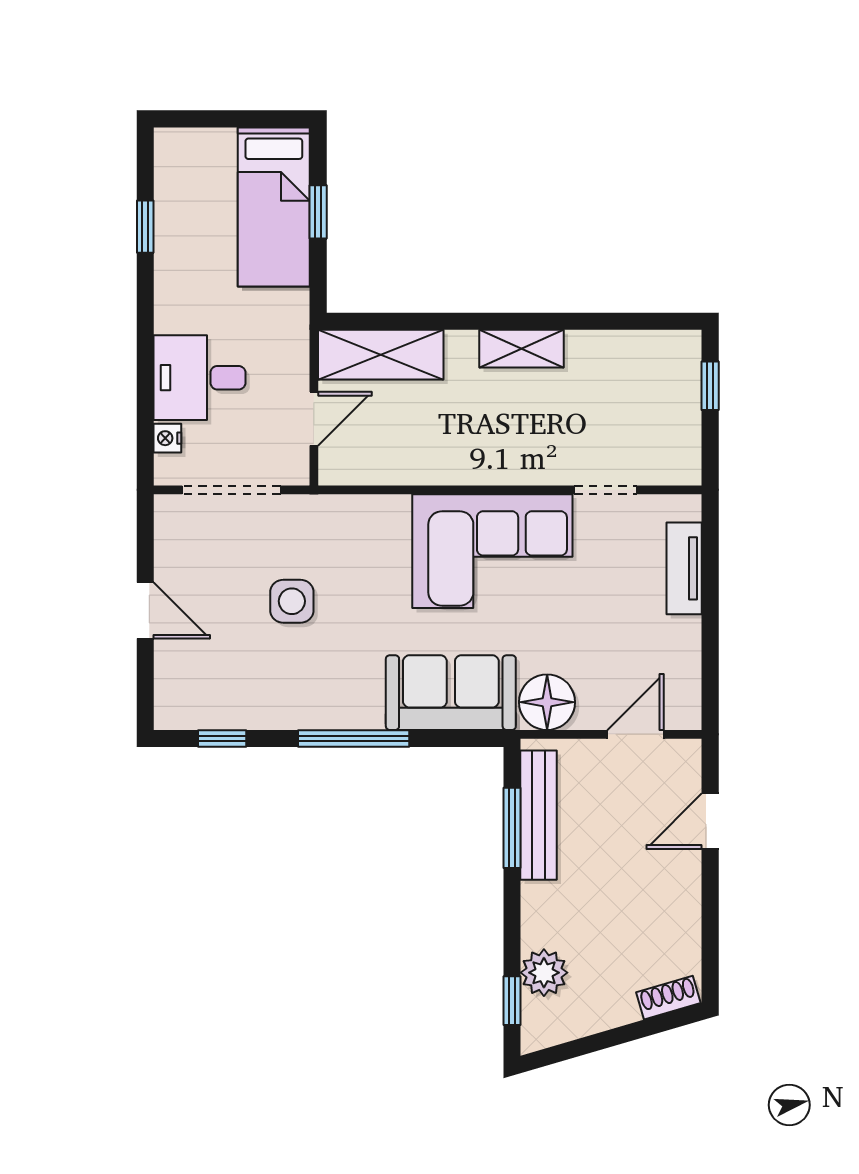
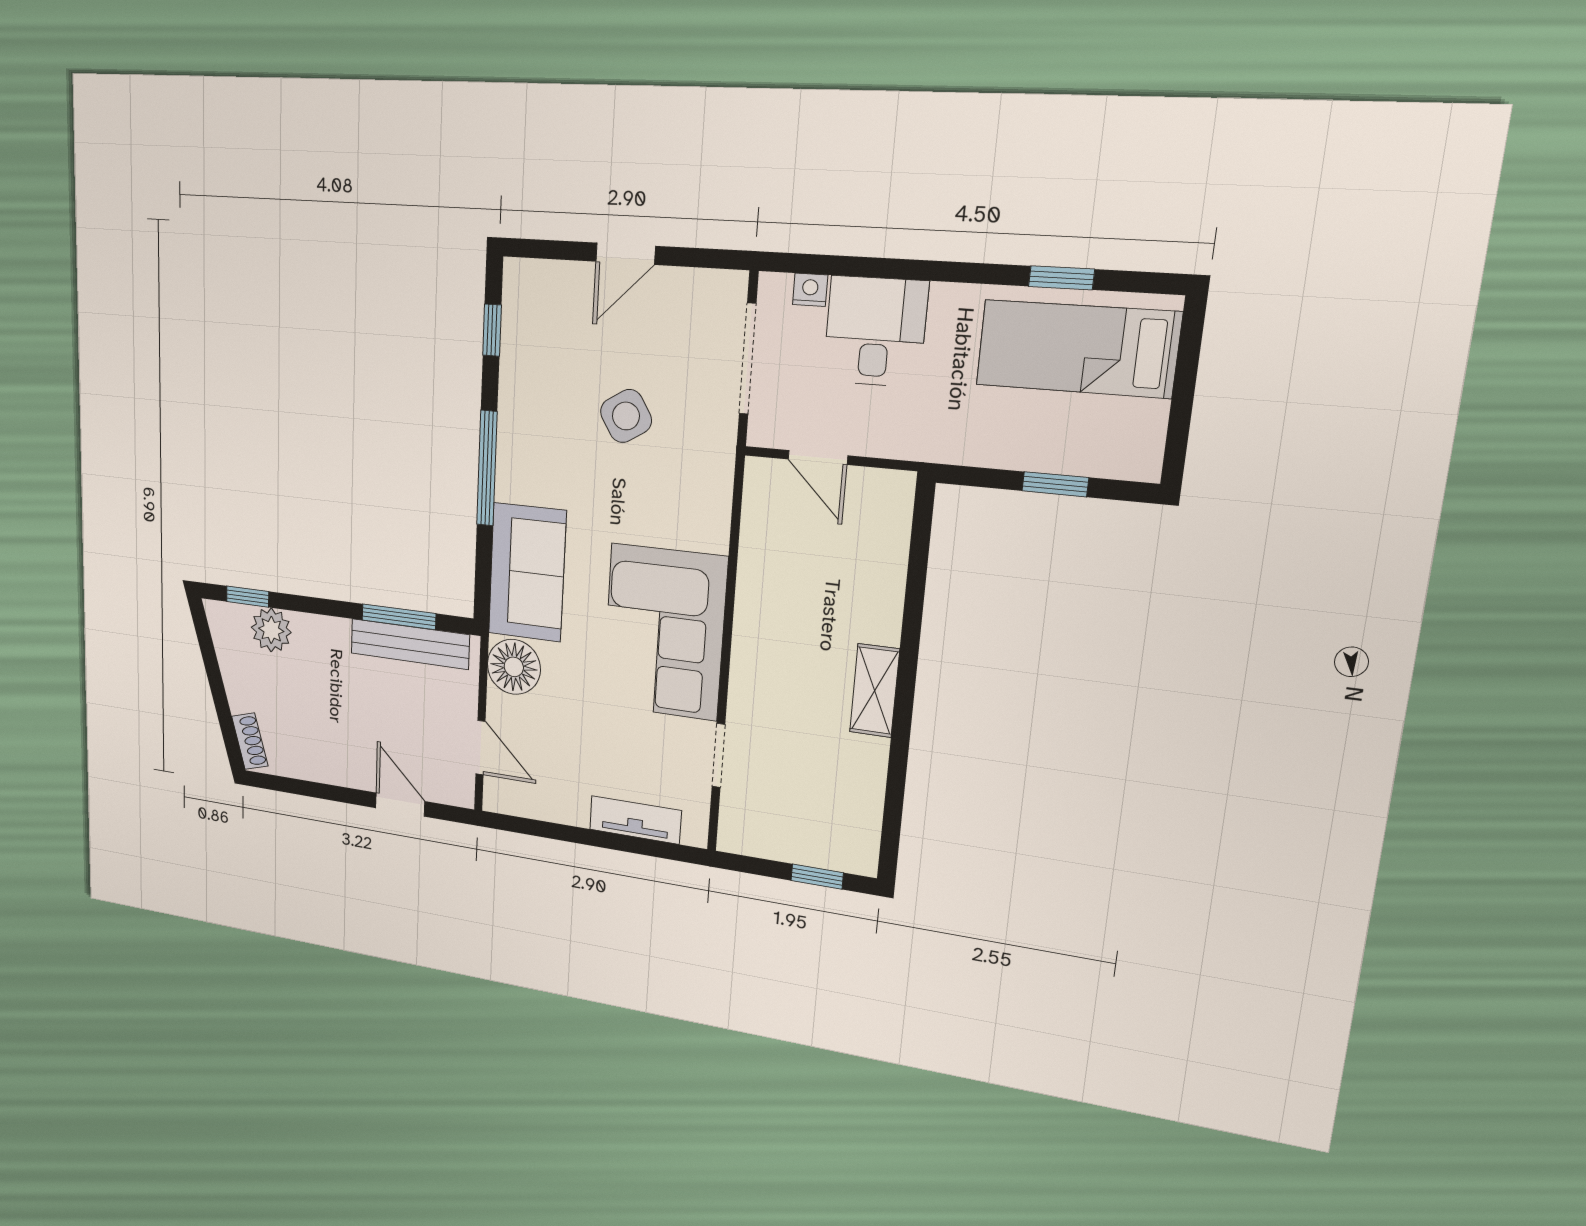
bed: (274, 207) -> (1078, 349), moved
shelving: (381, 355) -> (882, 538), removed
side table: (292, 601) -> (626, 416), turned -32

